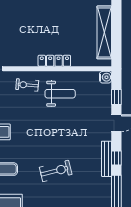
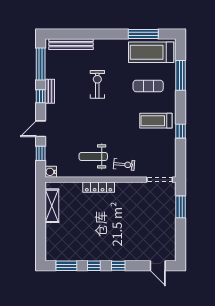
shelving: (104, 32) -> (52, 206), width x0.68
bench: (106, 159) -> (50, 91), width x0.73
exercise bike: (56, 171) -> (97, 84), turned 104

